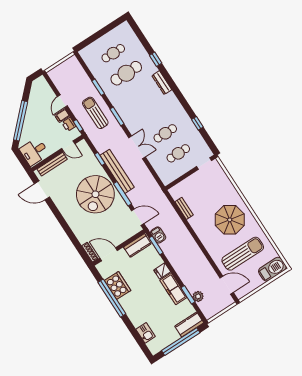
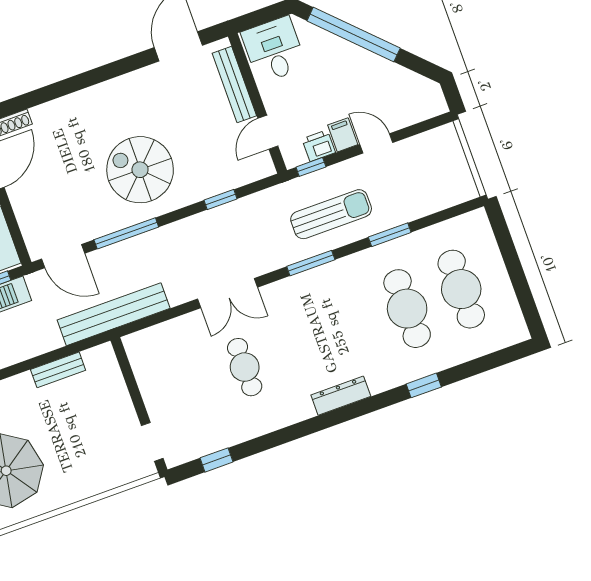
cafe table: (113, 53) -> (461, 289), width x1.37, depth x1.35
dresser: (162, 83) -> (341, 396), moved
window: (197, 123) -> (217, 460), moved
cafe table: (178, 153) -> (190, 387), removed
bench: (117, 171) -> (114, 314), moved
spiral stairs: (95, 194) -> (140, 170), width x0.73, depth x0.73
door: (138, 217) -> (63, 256), hinge flipped

